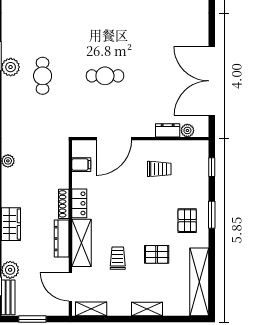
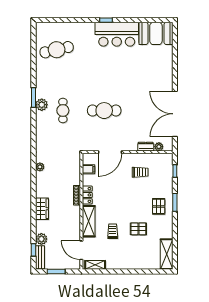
cafe table: (105, 76) -> (104, 111), width x1.37, depth x1.35
dresser: (62, 239) -> (75, 218), removed
shelving: (199, 282) -> (167, 254), width x0.68
shelving: (147, 309) -> (132, 265), removed

